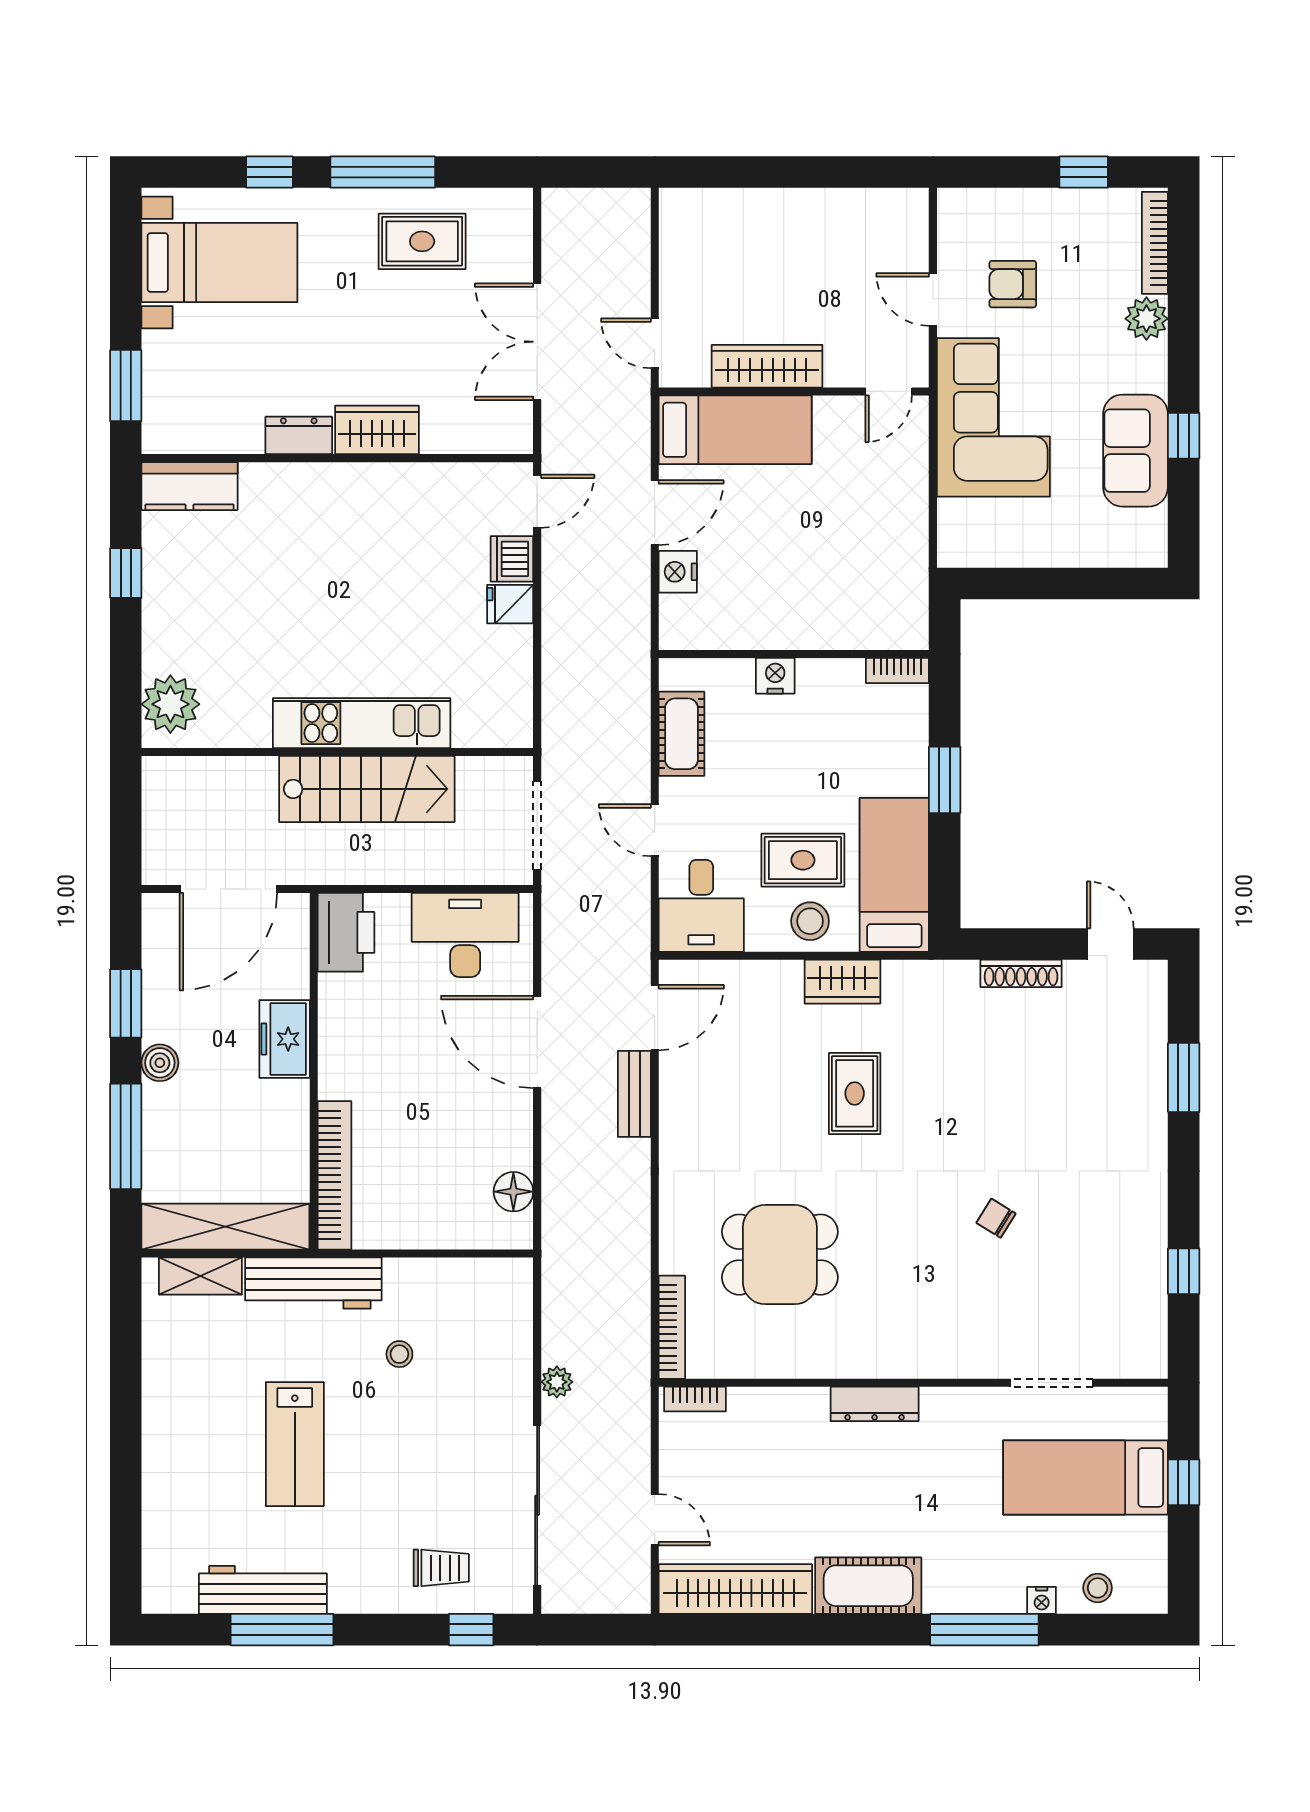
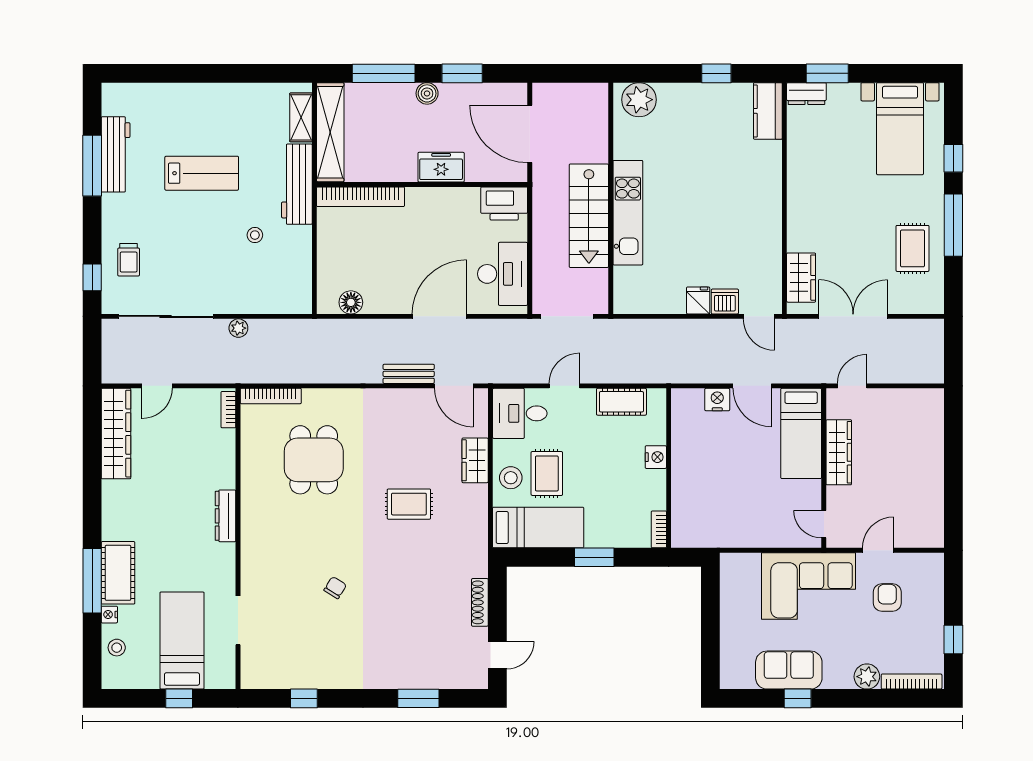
wardrobe: (377, 430) -> (801, 278), moved
dresser: (299, 435) -> (806, 94), moved, turned 90
wardrobe: (842, 982) -> (475, 460), moved
lab bench: (295, 1444) -> (202, 173), turned 180
cot: (868, 1586) -> (118, 573), moved

